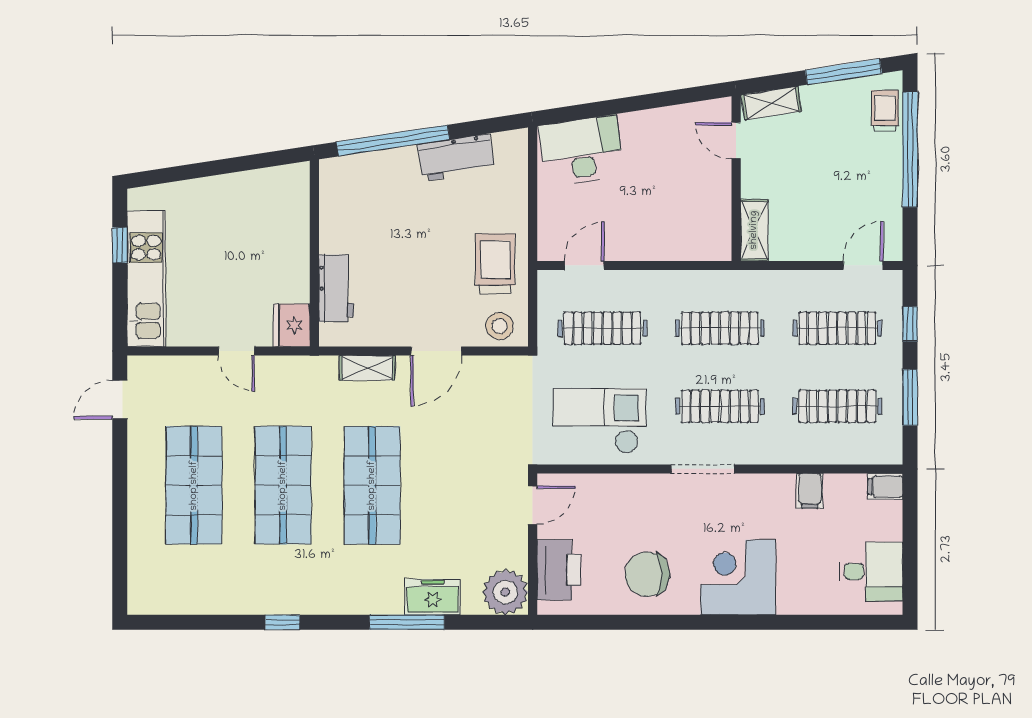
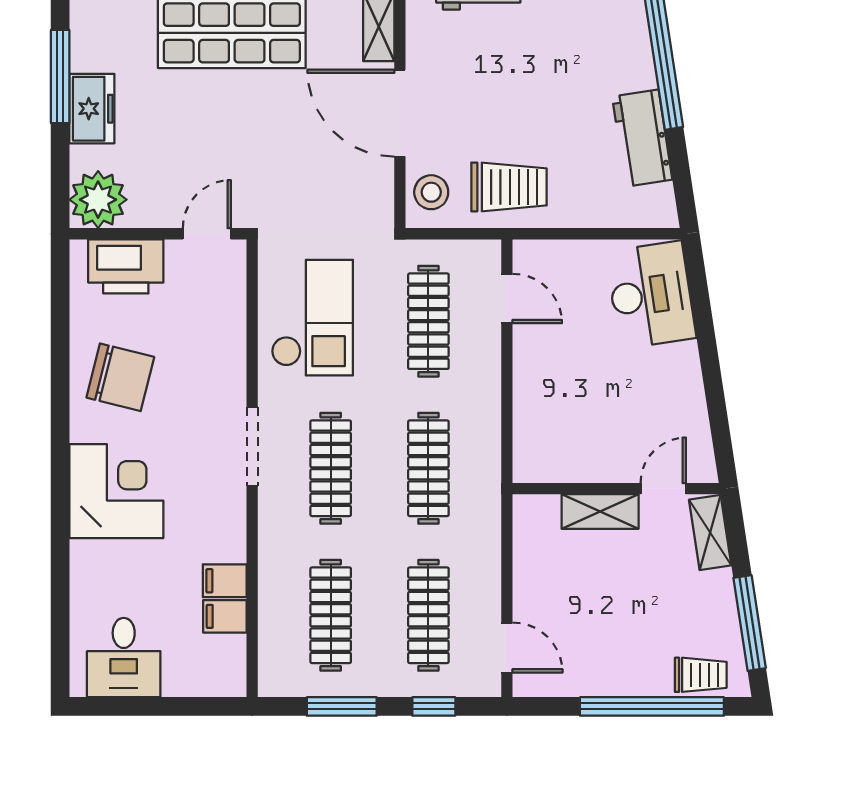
shelving: (754, 230) -> (600, 511), moved
door: (436, 351) -> (400, 113), width x1.36
filing cabinet: (885, 486) -> (225, 616), moved, turned -90
door: (533, 505) -> (207, 234), swing flipped
chair: (647, 574) -> (120, 377), turned 104

